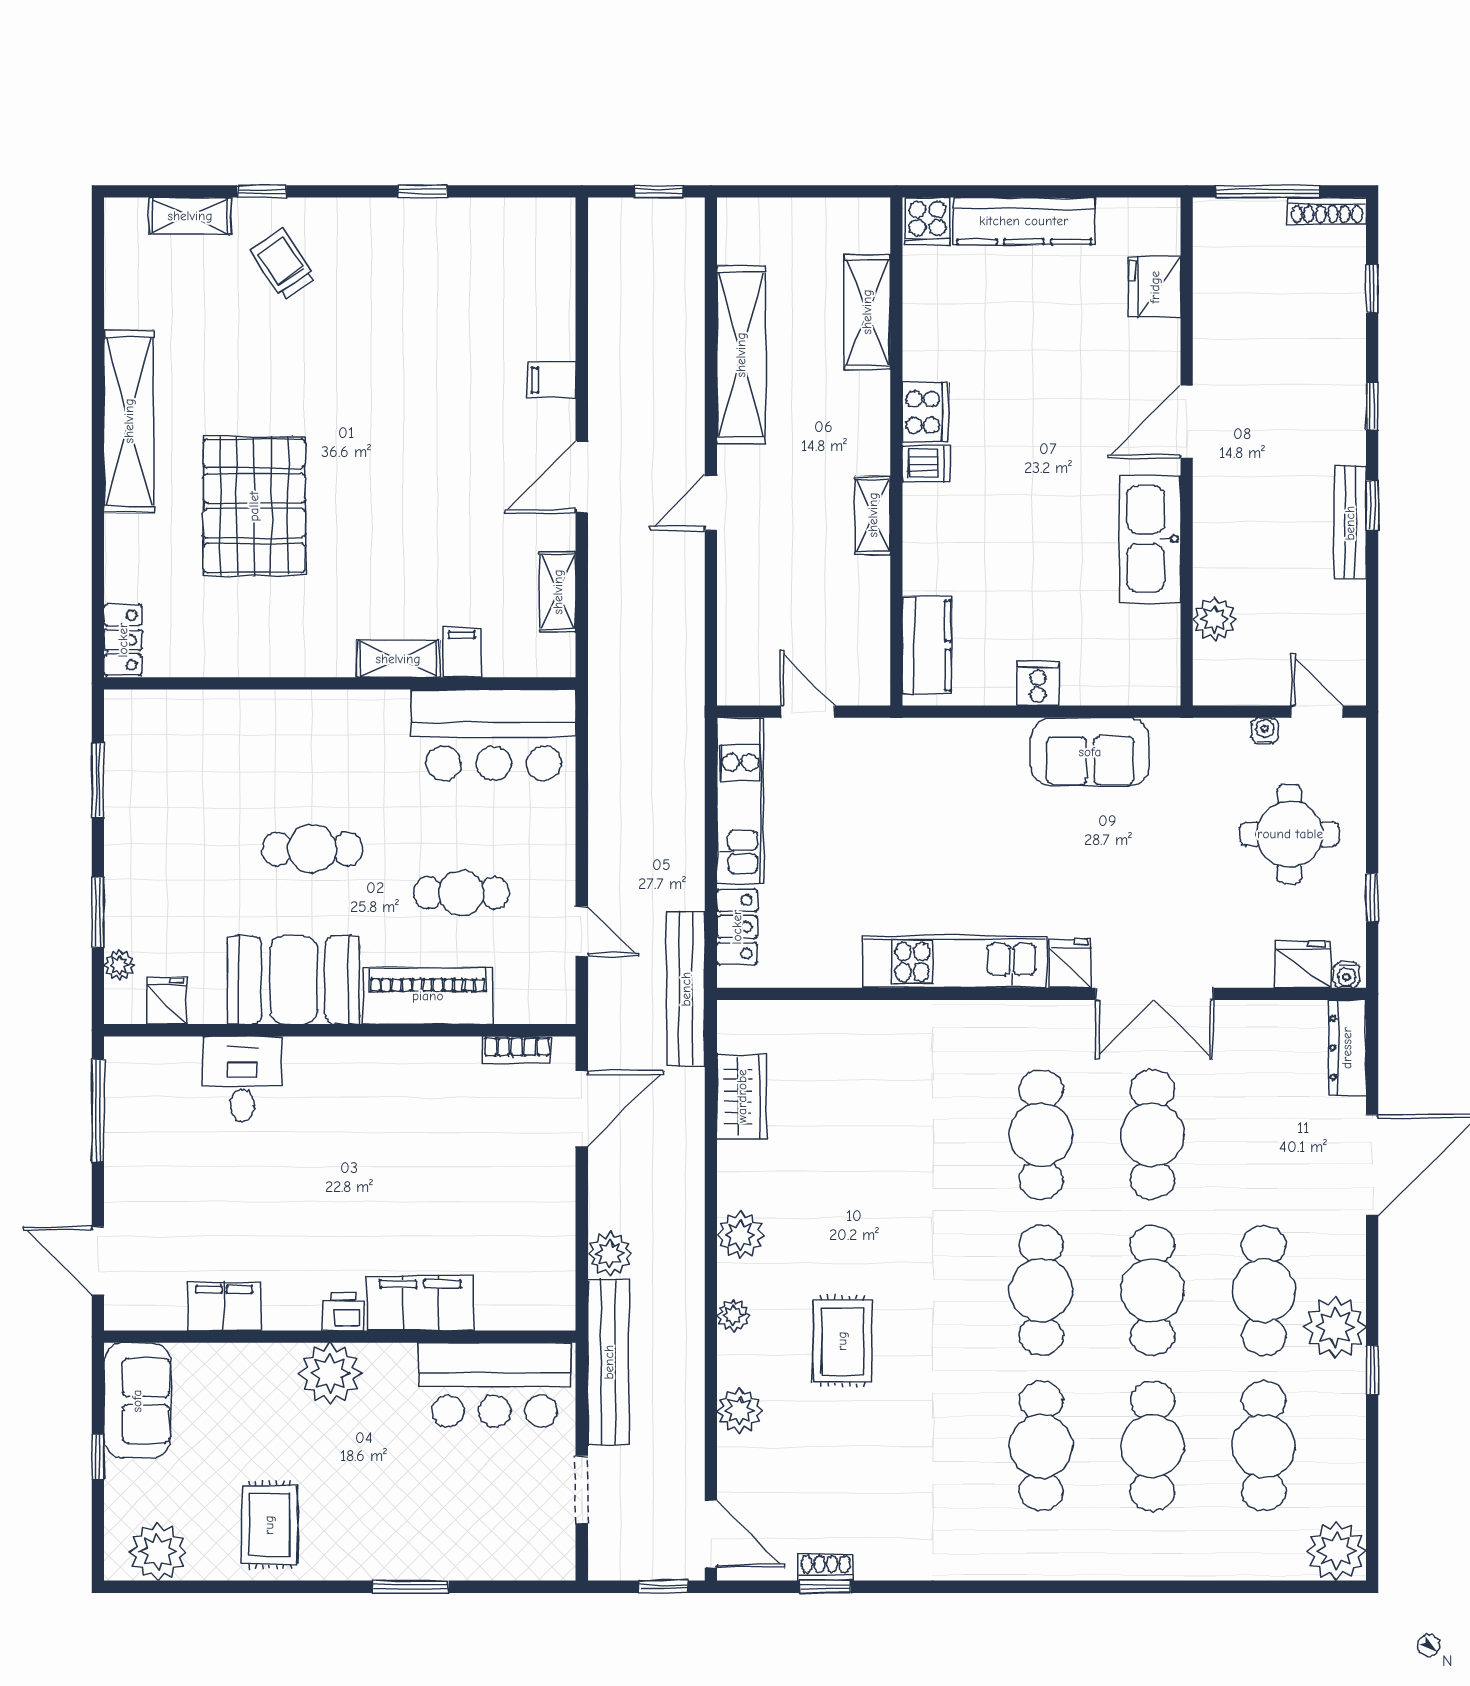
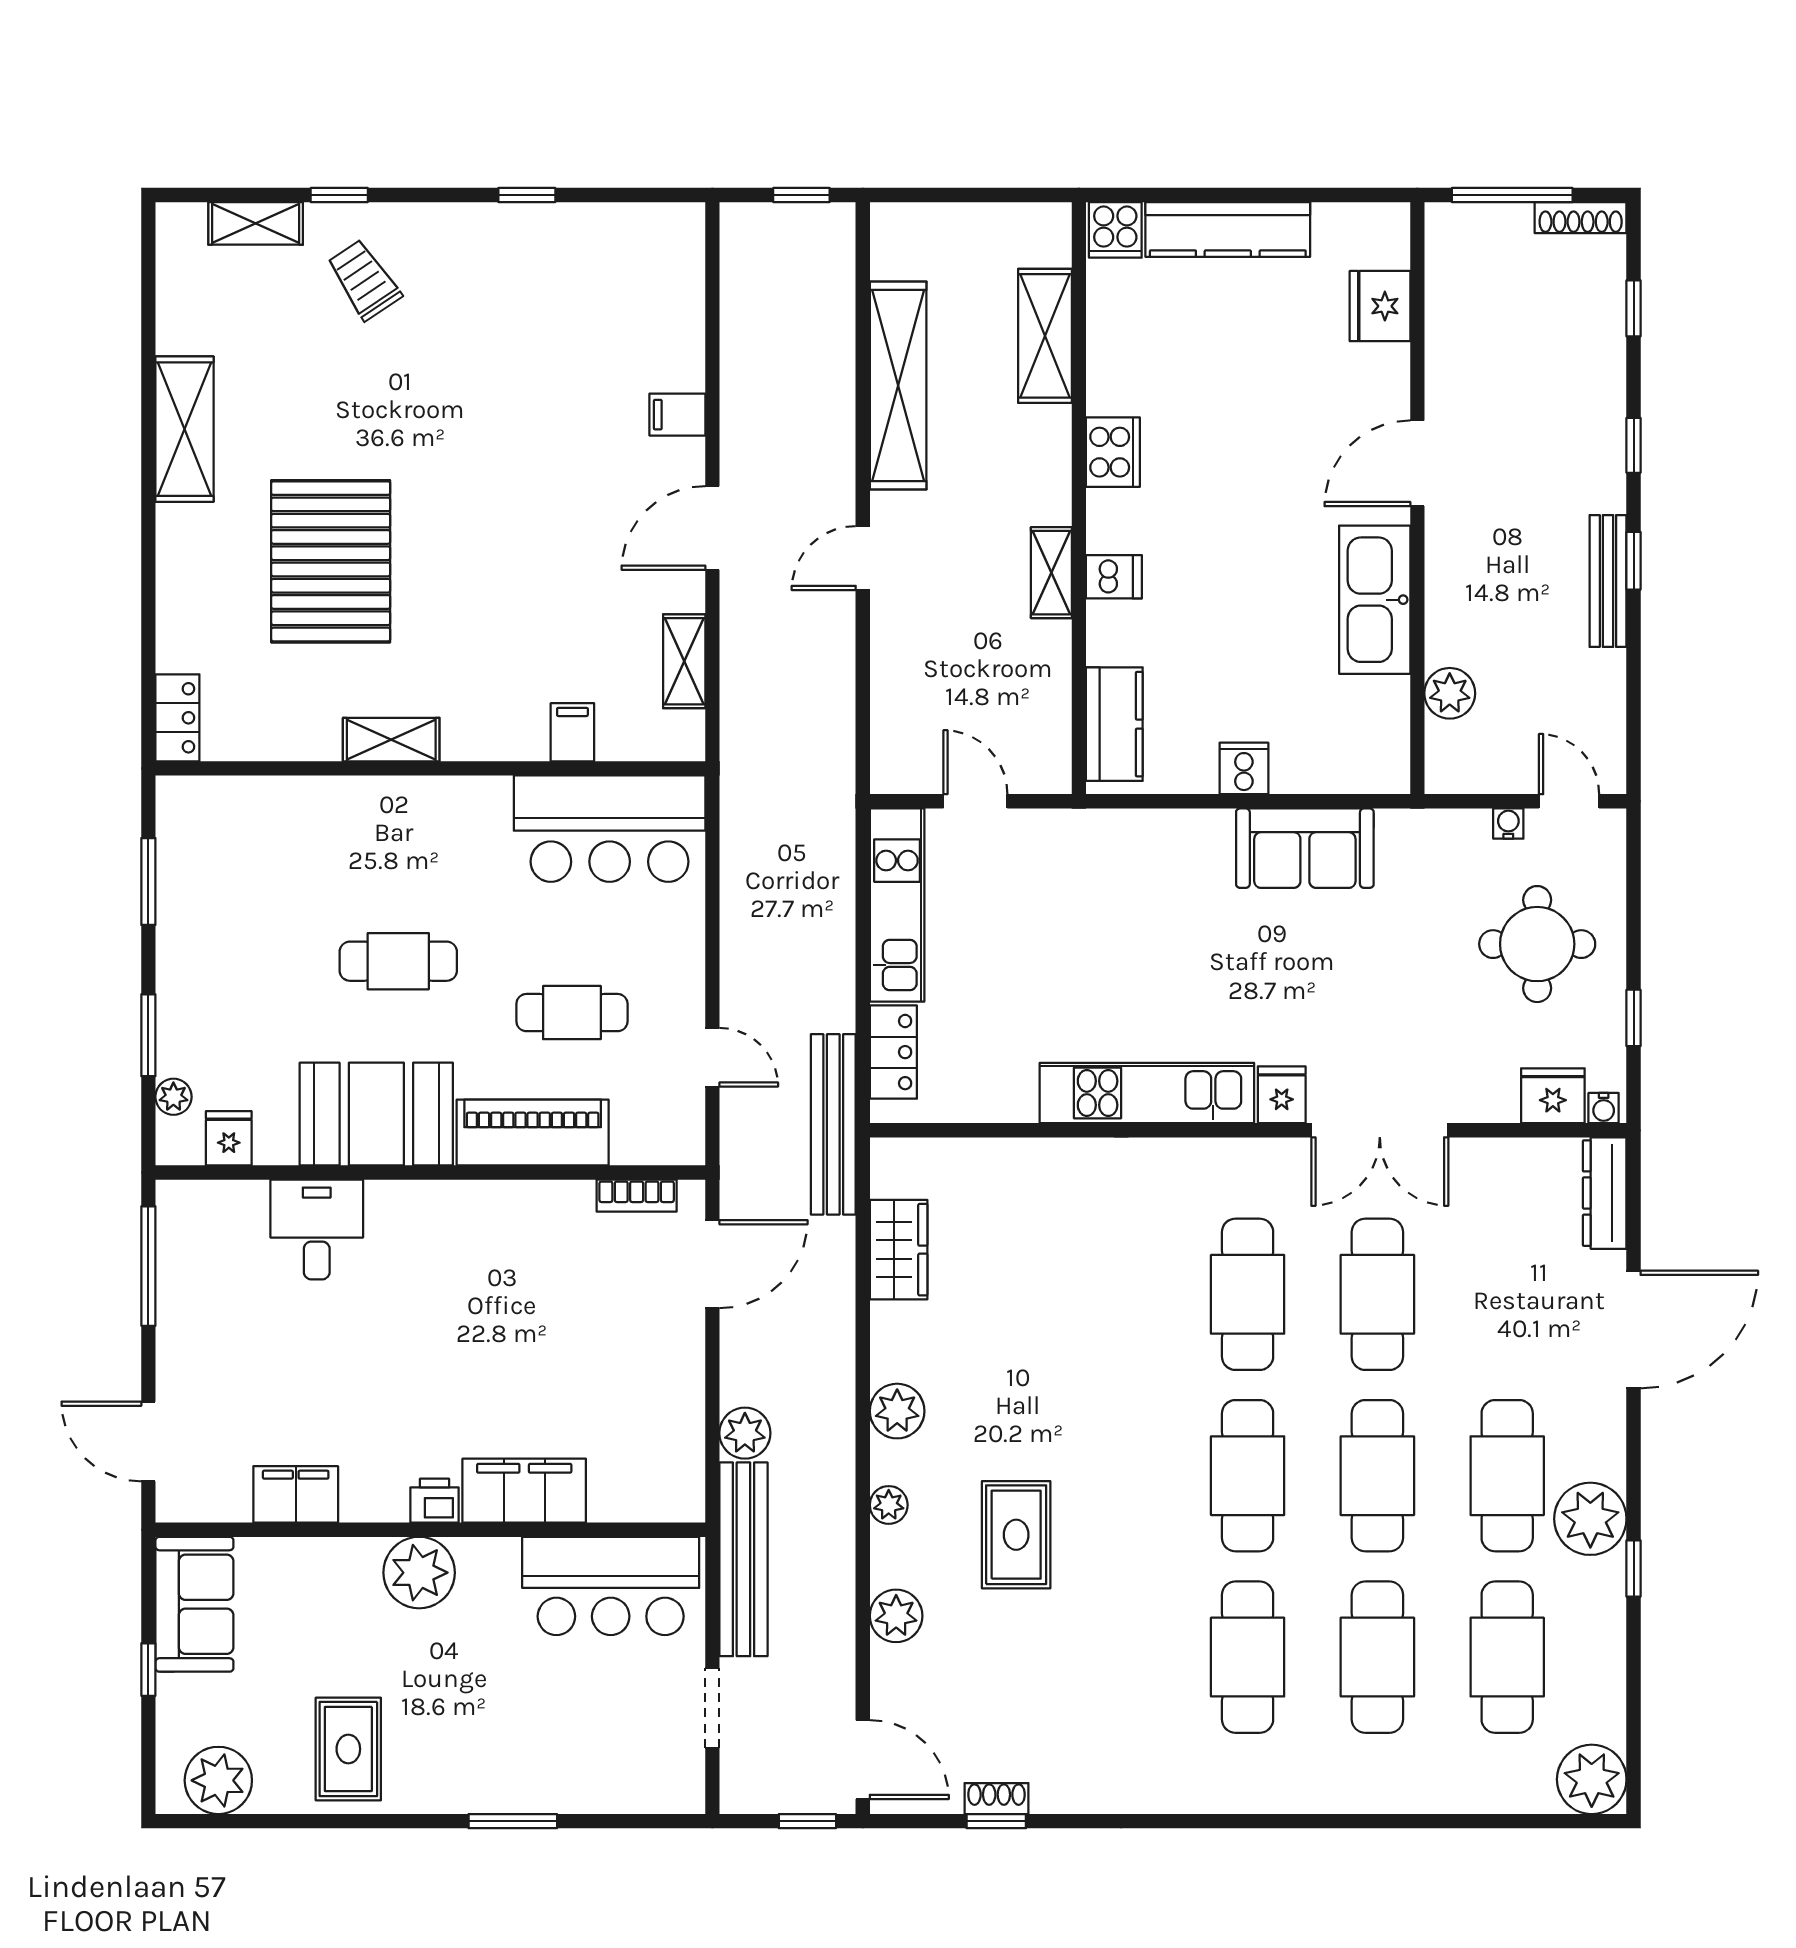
shelving: (129, 421) -> (184, 429), width x0.68
dishwasher: (926, 464) -> (1114, 577), moved
shelving: (398, 659) -> (391, 740), moved

